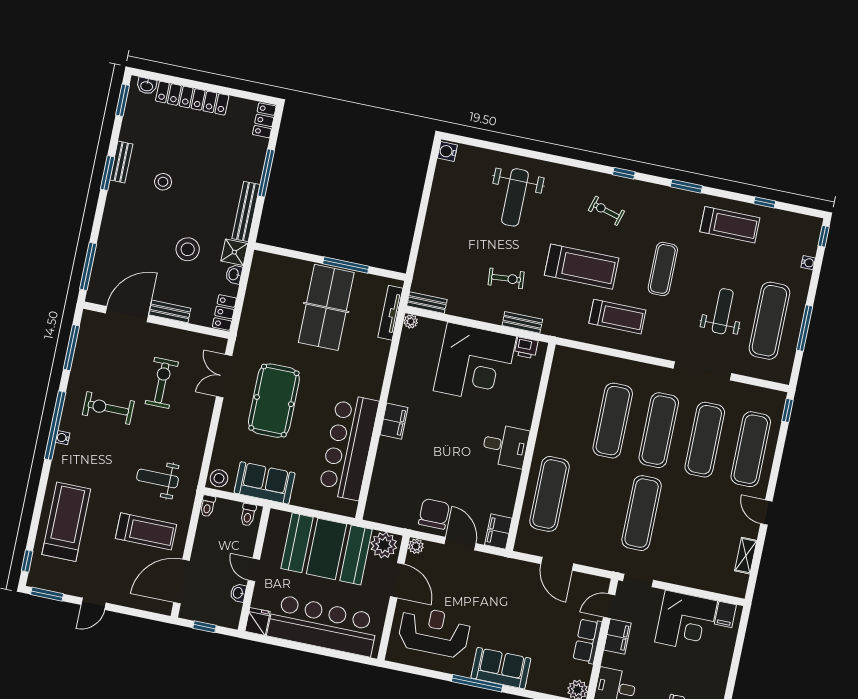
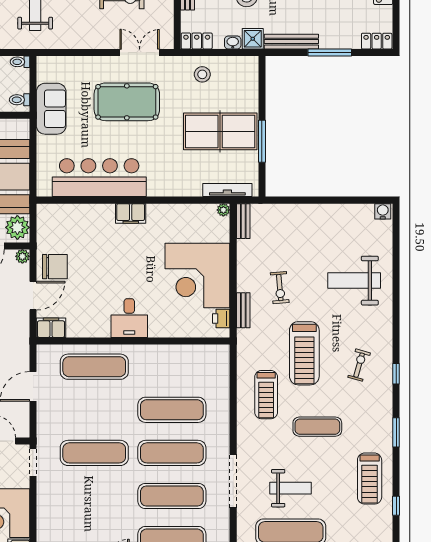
stool: (219, 478) -> (202, 74), moved

